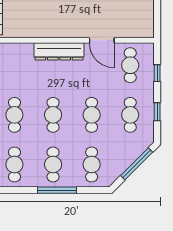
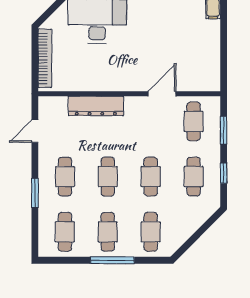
door: (102, 40) -> (162, 94), swing flipped
dresser: (59, 51) -> (96, 106), moved
window: (157, 73) -> (224, 130), width x1.50
window: (137, 164) -> (201, 231), removed

